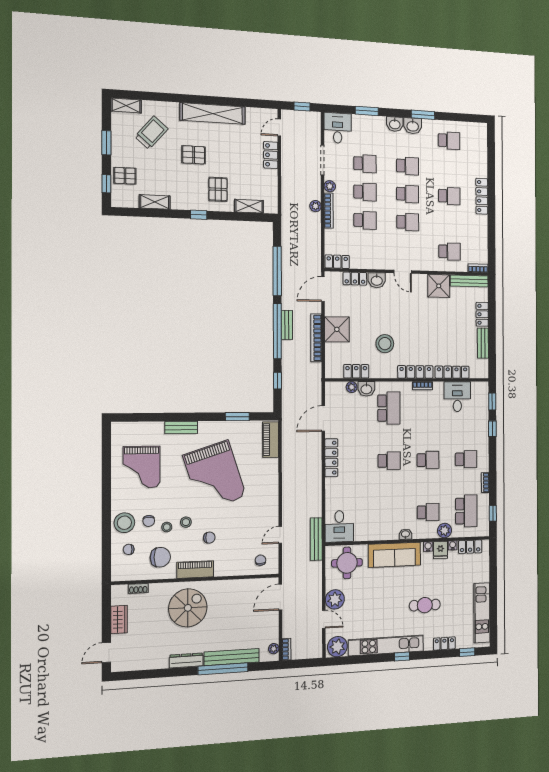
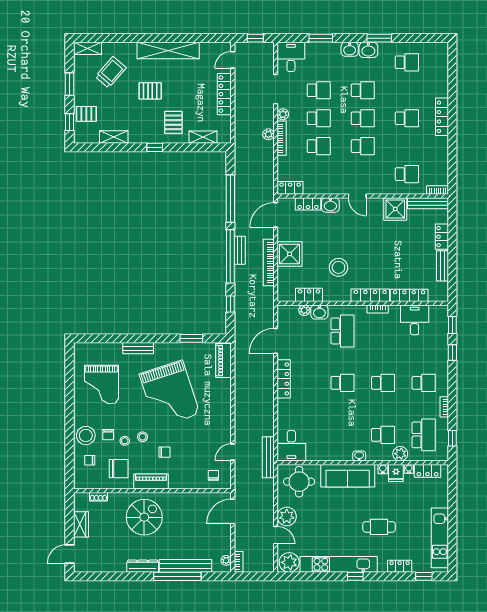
locker: (271, 155) -> (224, 94), width x1.53

